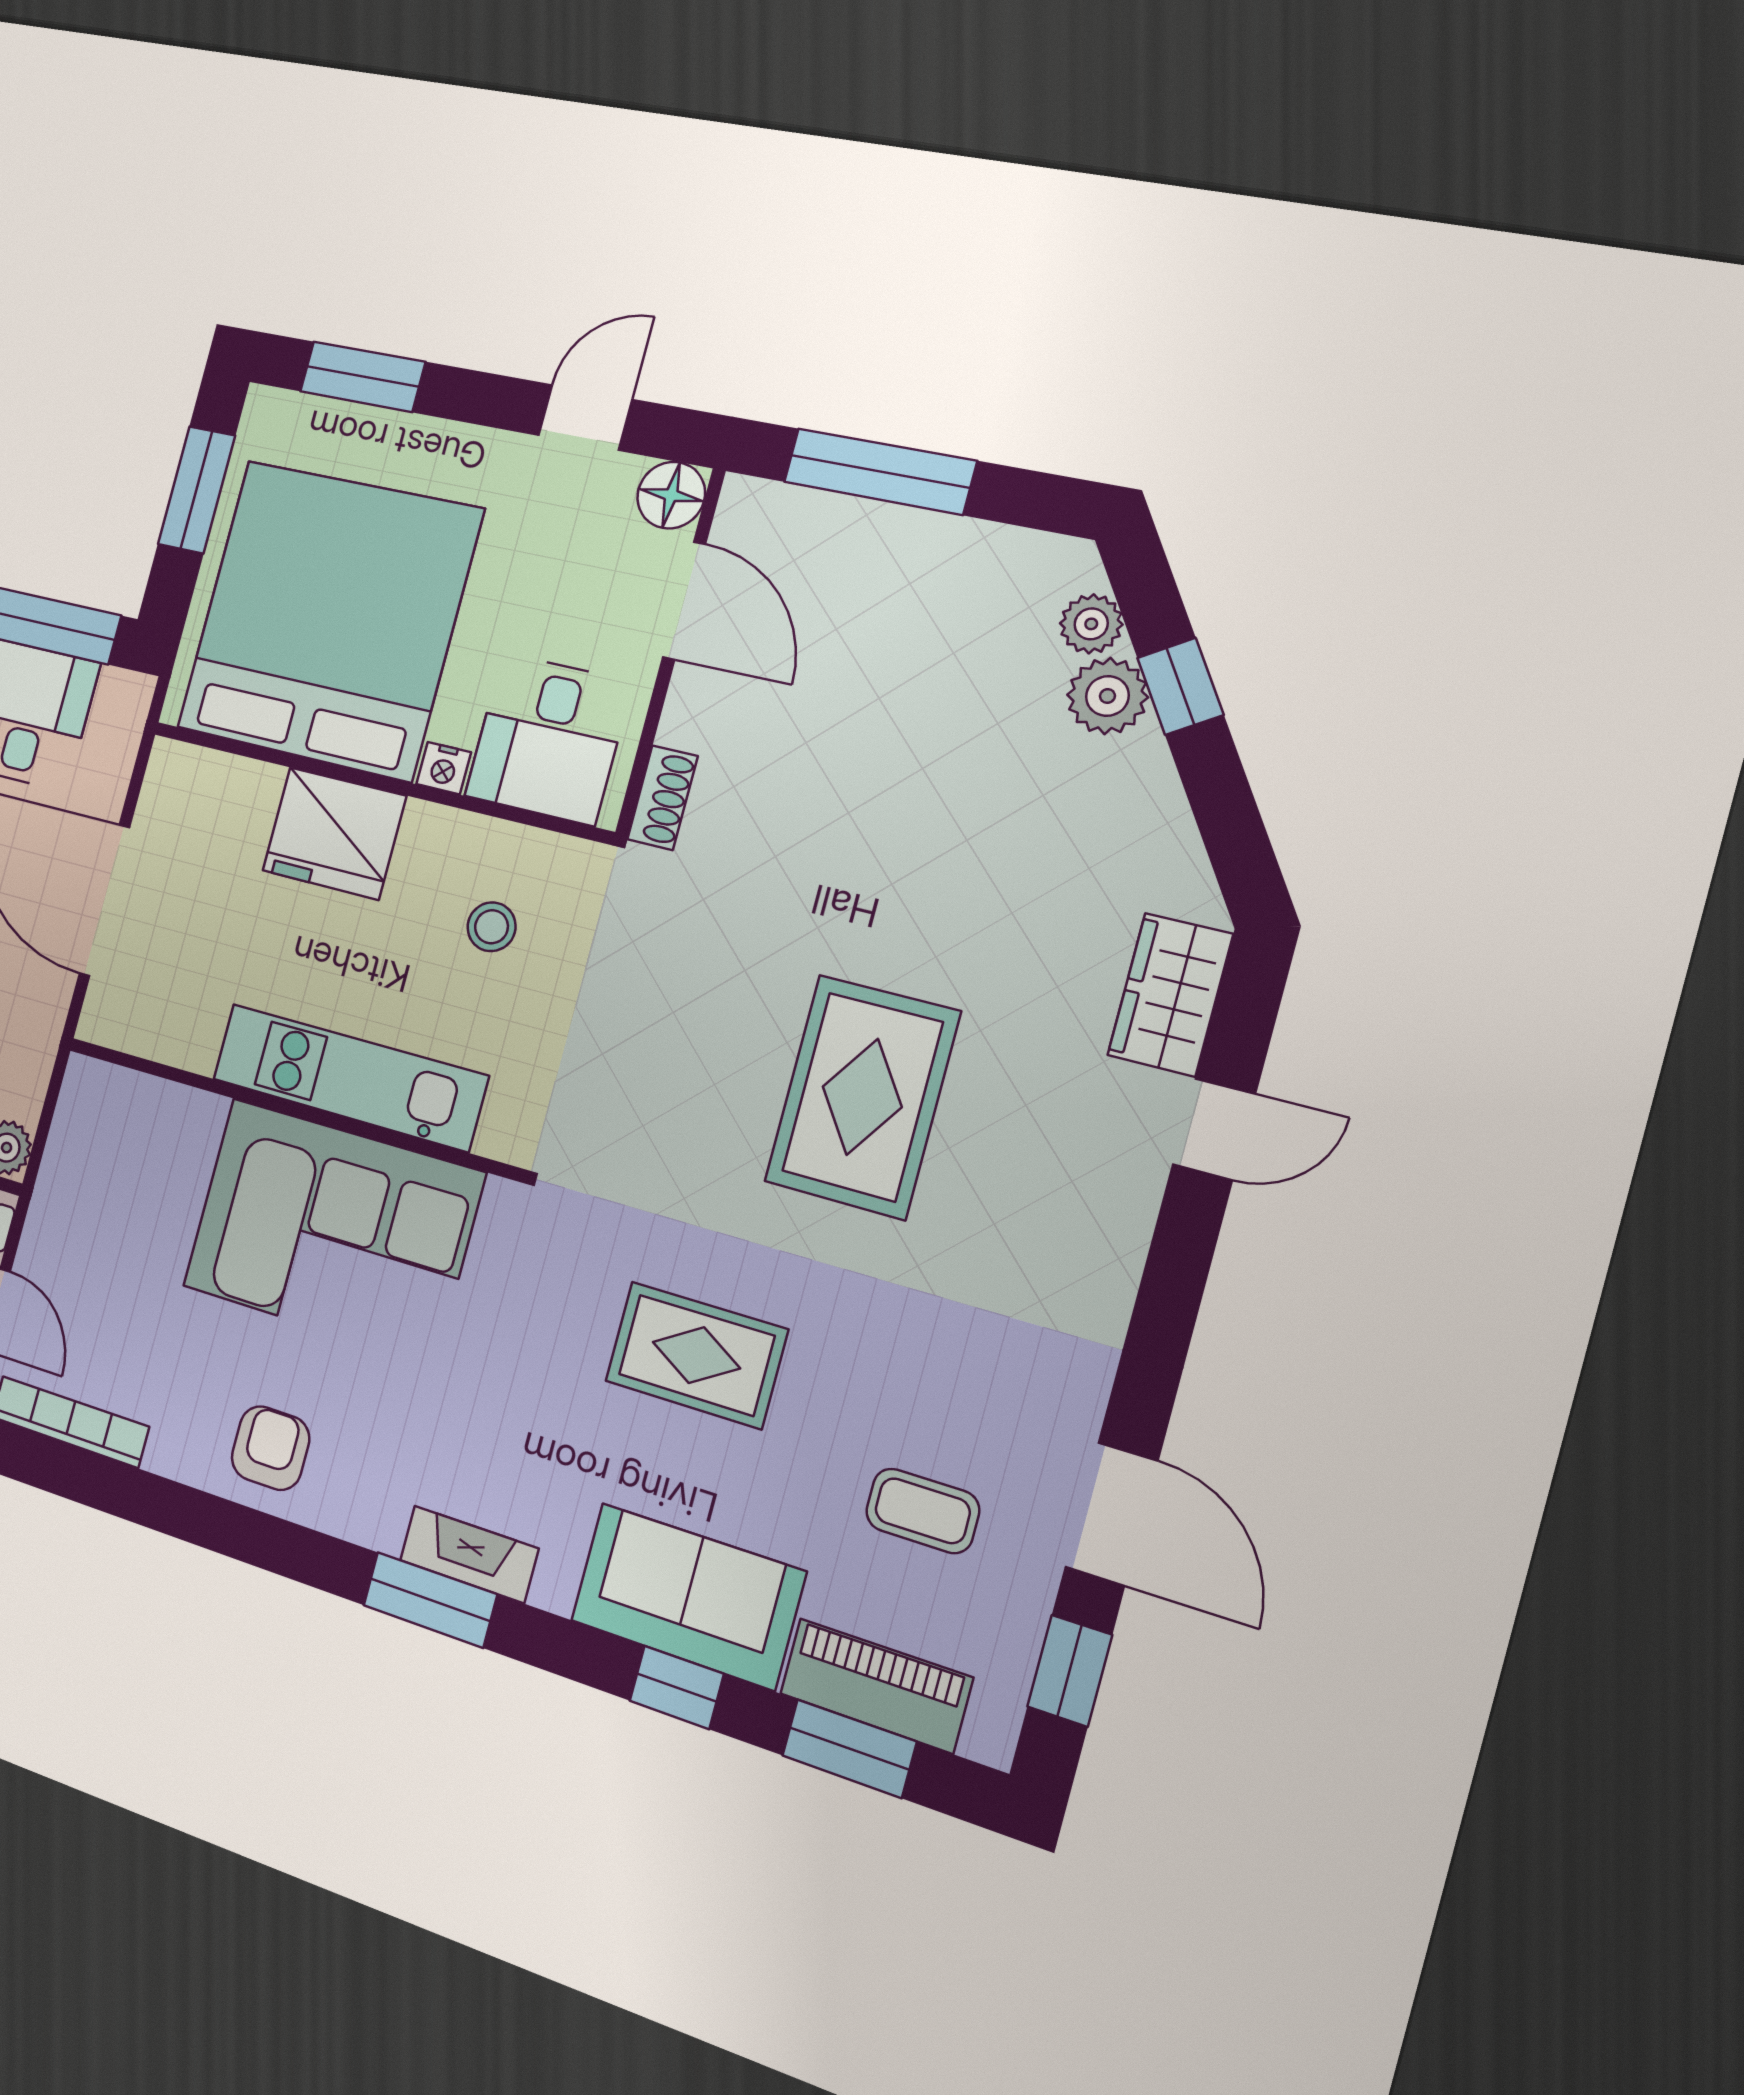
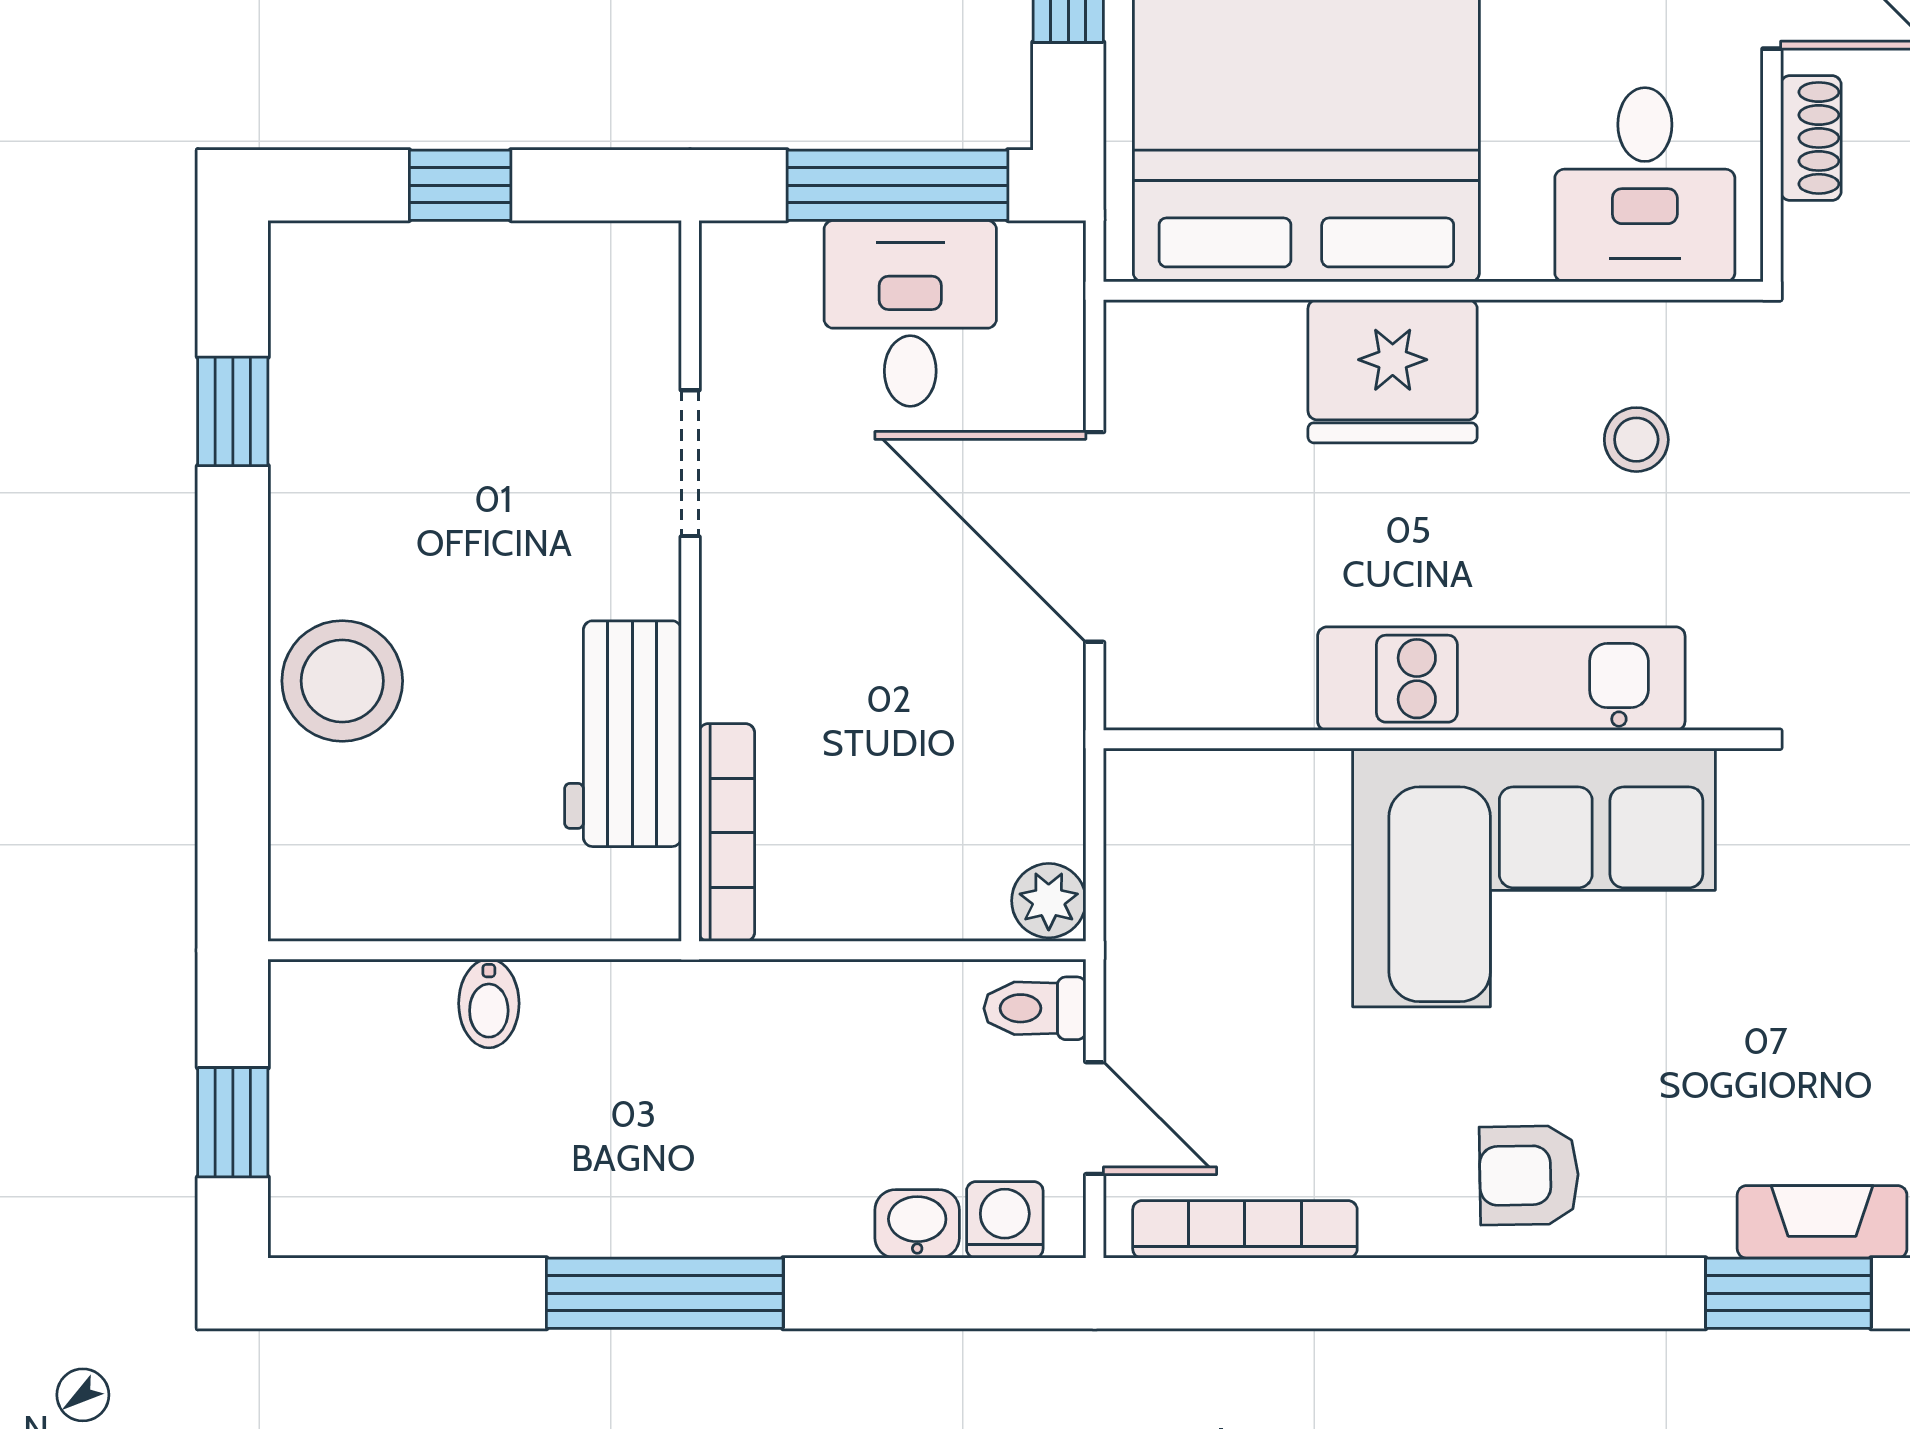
nightstand: (444, 768) -> (1517, 253), removed
shoe rack: (662, 798) -> (1811, 138), moved
armchair: (270, 1448) -> (1529, 1175), turned -91

